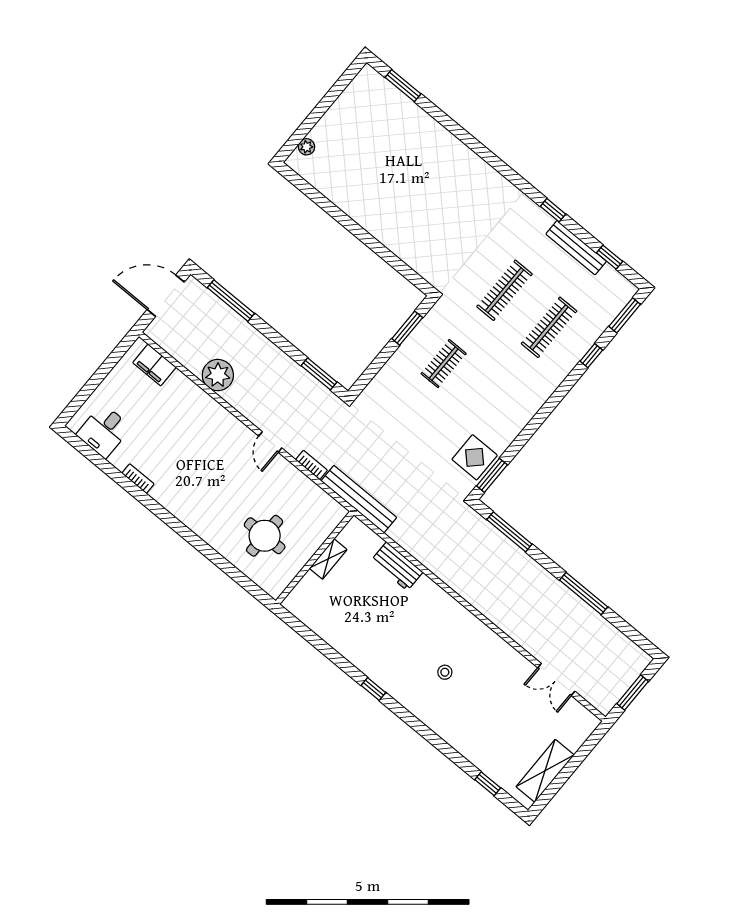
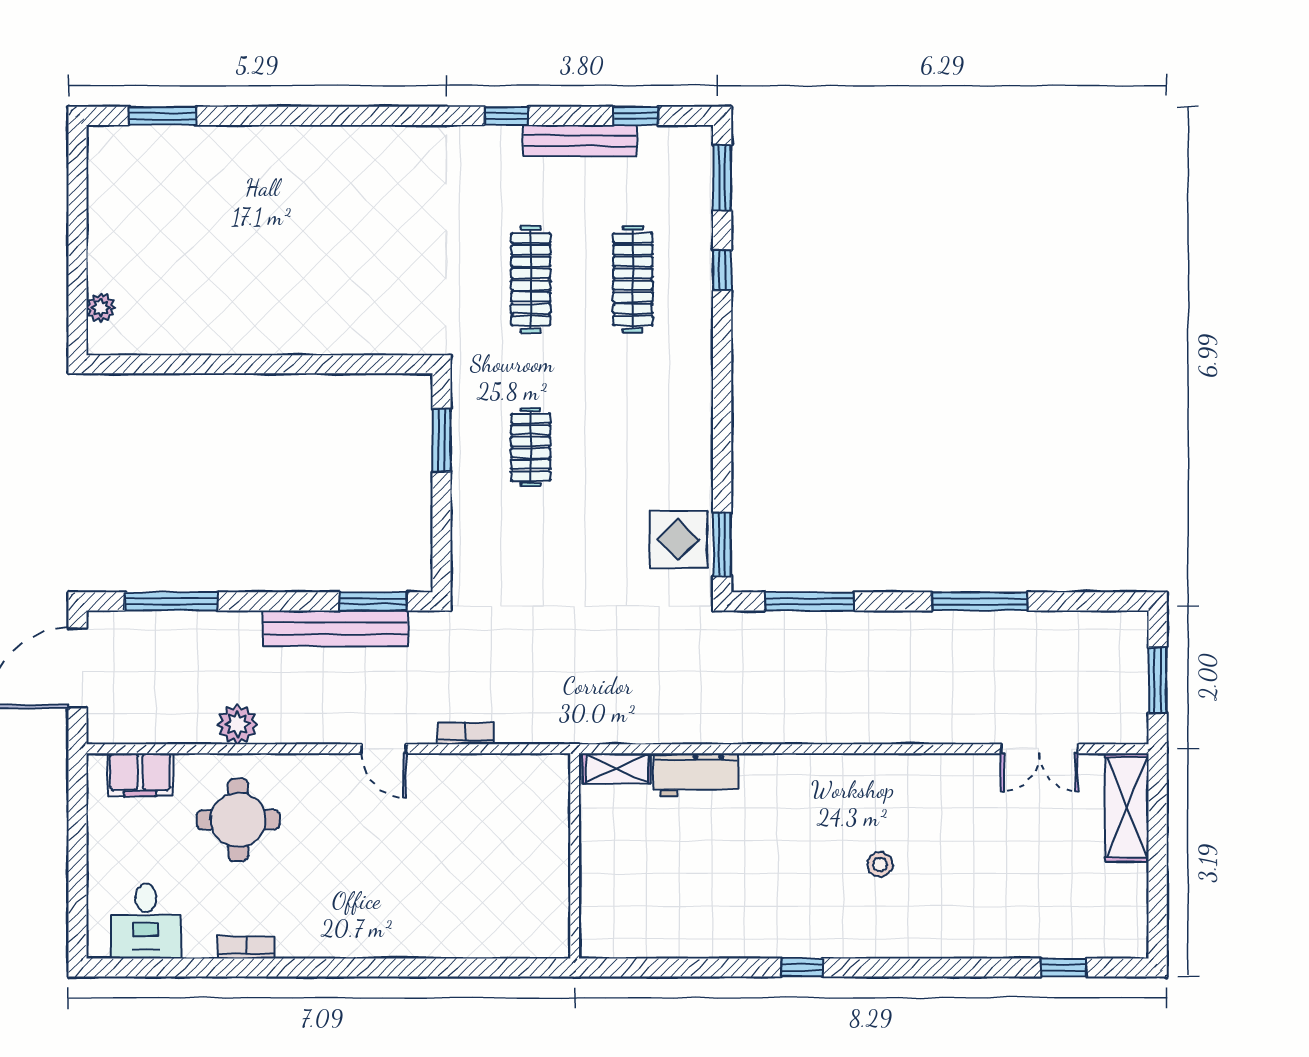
plant: (218, 375) -> (237, 724), width x0.73, depth x0.73
bench: (359, 499) -> (335, 628), moved
round table: (265, 536) -> (238, 820), moved
shelving: (328, 559) -> (617, 768), moved, turned 90
shelving: (545, 771) -> (1127, 808), moved

